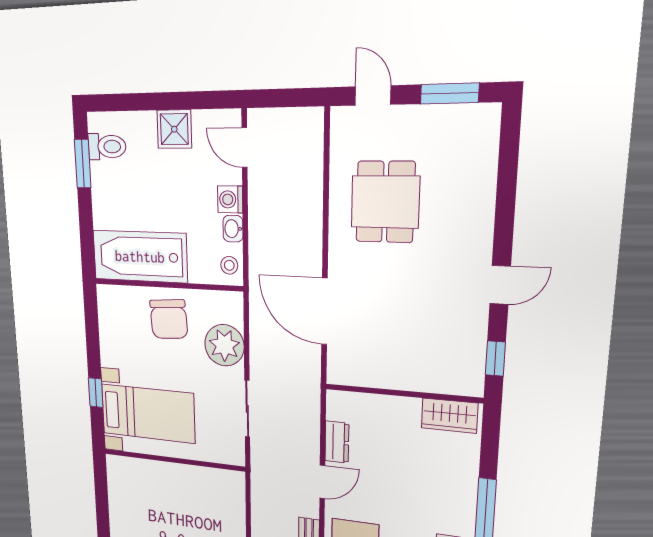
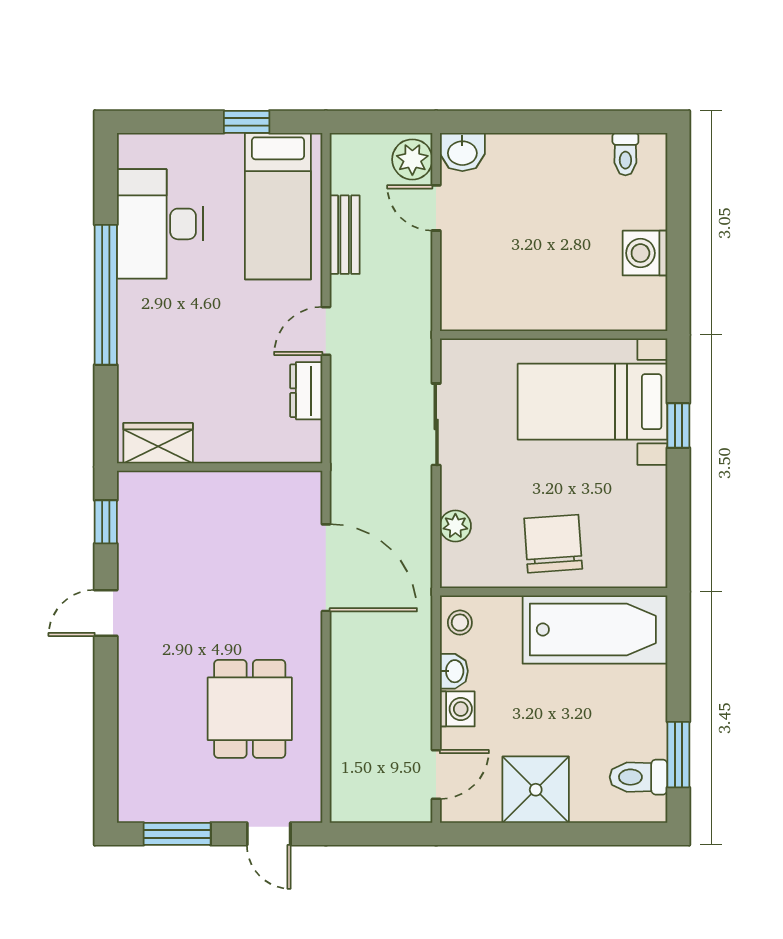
shower: (174, 129) -> (536, 790), width x1.36, depth x1.36
door: (245, 148) -> (436, 774), hinge flipped
plant: (224, 345) -> (455, 526), width x0.53, depth x0.53
washing machine: (121, 504) -> (645, 253), added

